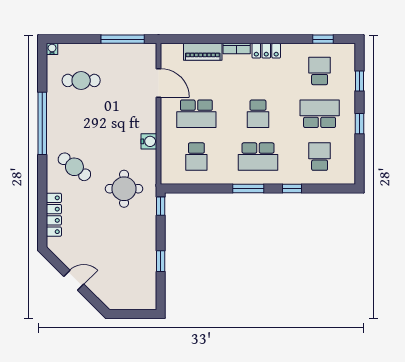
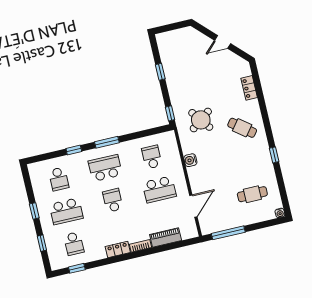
door: (159, 83) -> (193, 206), swing flipped
school desk: (196, 114) -> (159, 189), turned 180
window: (42, 123) -> (274, 155), width x0.32
round table: (124, 189) -> (201, 120), turned -37
locker: (54, 215) -> (249, 88), width x0.66

